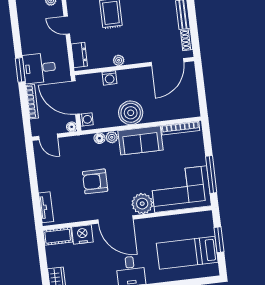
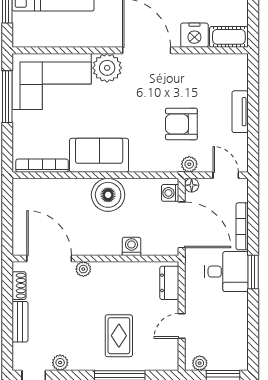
door: (67, 25) -> (182, 326), swing flipped
plant: (119, 60) -> (83, 269), moved
door: (167, 62) -> (49, 258), hinge flipped
plant: (112, 137) -> (189, 164), moved
floor lamp: (99, 138) -> (155, 165), removed
armchair: (95, 181) -> (181, 124), moved, turned 180
tv unit: (46, 207) -> (240, 112), moved

